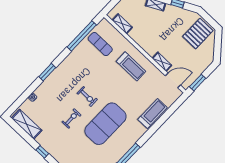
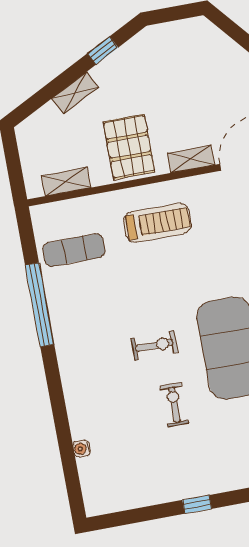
pallet: (198, 34) -> (129, 147), moved
window: (82, 36) -> (40, 305), moved
window: (47, 72) -> (55, 387), removed
shelving: (27, 124) -> (125, 496), removed

